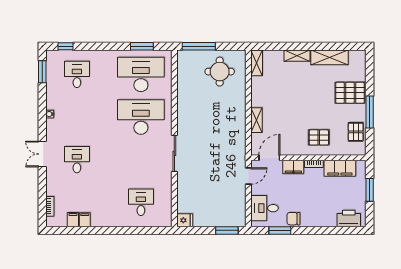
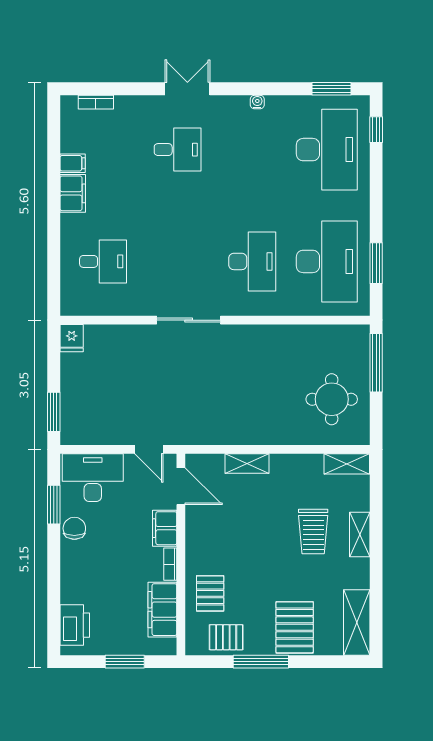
shelving: (330, 57) -> (357, 622), moved
desk: (77, 74) -> (327, 150), width x1.87, depth x1.30
trolley: (295, 82) -> (313, 532), added
desk: (141, 117) -> (252, 261), width x0.73, depth x0.77
pallet: (319, 137) -> (210, 593), moved
desk: (264, 208) -> (93, 478), width x1.37
filing cabinet: (73, 220) -> (73, 193), moved, width x2.00

